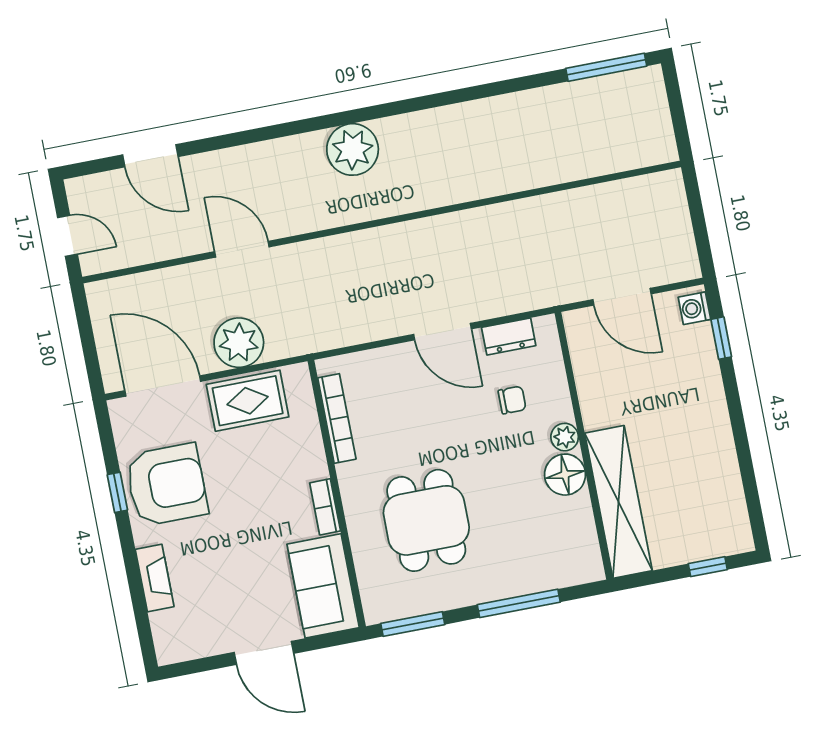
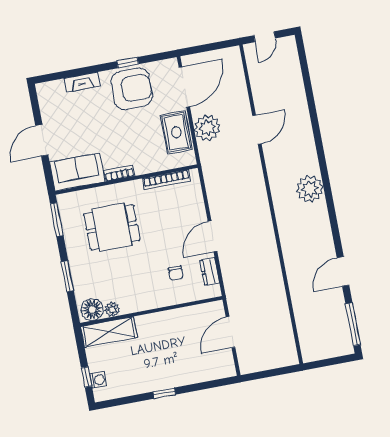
door: (150, 156) -> (343, 271), moved
washing machine: (694, 308) -> (98, 380), moved, turned 90
window: (721, 338) -> (164, 393), moved
plant: (565, 437) -> (112, 309), moved
floor lamp: (565, 475) -> (92, 310), moved
armchair: (167, 485) -> (132, 89), turned -90
shelving: (619, 502) -> (109, 332), width x0.68
window: (519, 603) -> (67, 276), width x0.69

